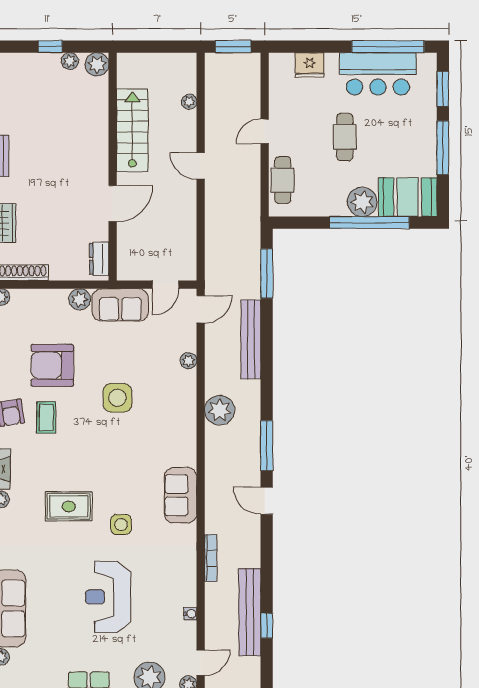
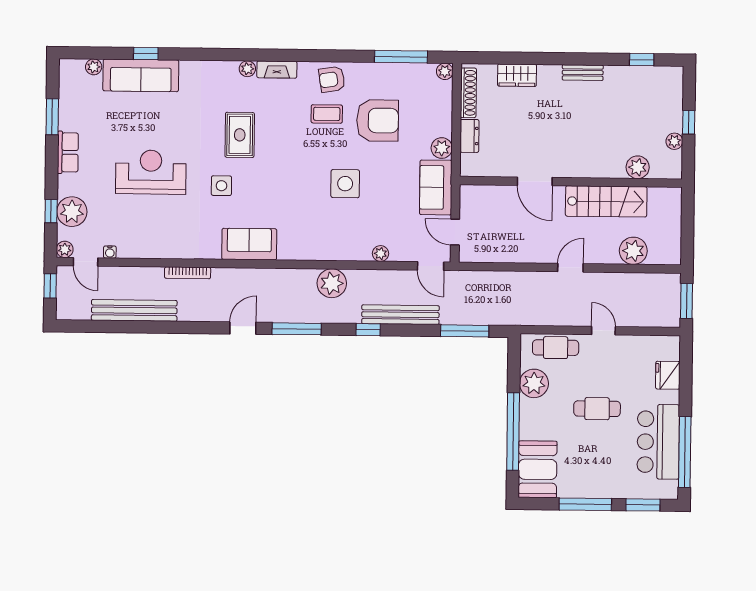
plant: (97, 64) -> (638, 167), moved
plant: (189, 102) -> (633, 251), width x1.88, depth x1.88
plant: (362, 202) -> (534, 383), moved
dresser: (99, 259) -> (469, 136), moved, turned 90
armchair: (52, 365) -> (378, 120), turned 90
water cooler: (190, 614) -> (110, 252), moved
window: (267, 626) -> (368, 330), moved

